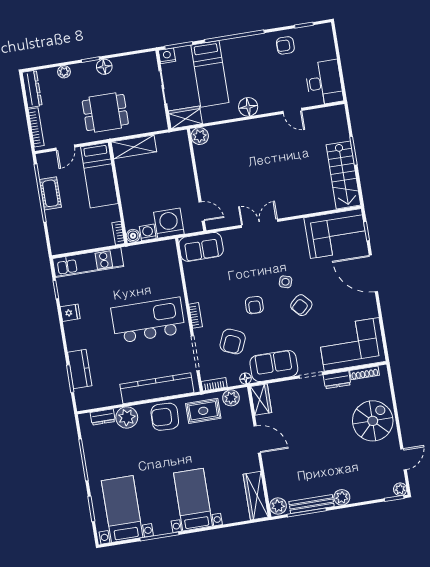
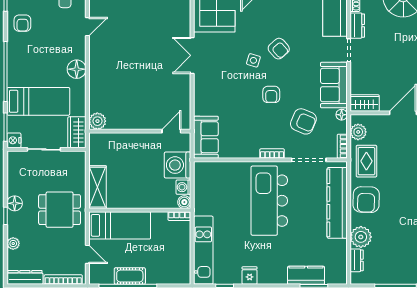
dining table: (105, 113) -> (60, 210), turned 90
double door: (260, 223) -> (192, 55), moved
armchair: (254, 305) -> (271, 94), turned 88

